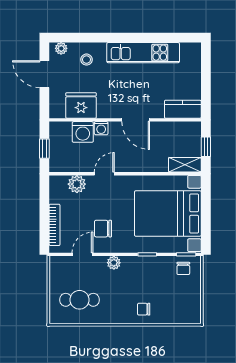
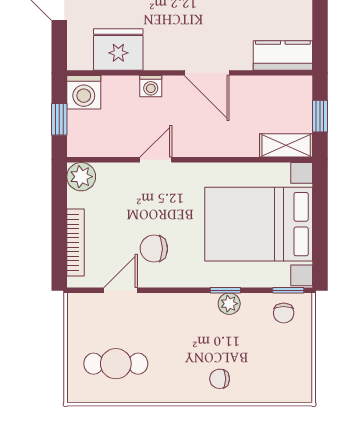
washing machine: (83, 132) -> (84, 92), moved
plant: (77, 184) -> (81, 177), moved
plant: (114, 263) -> (229, 304), moved

